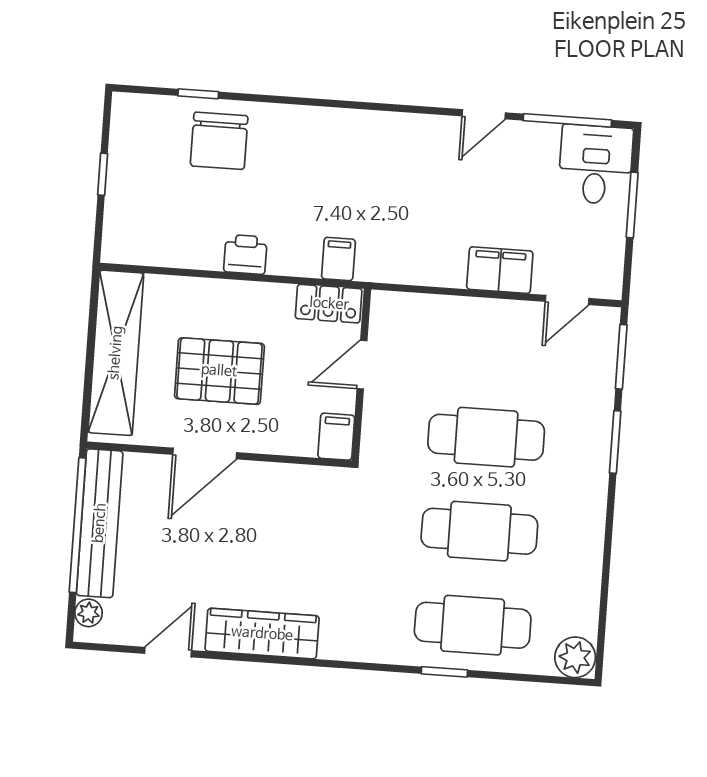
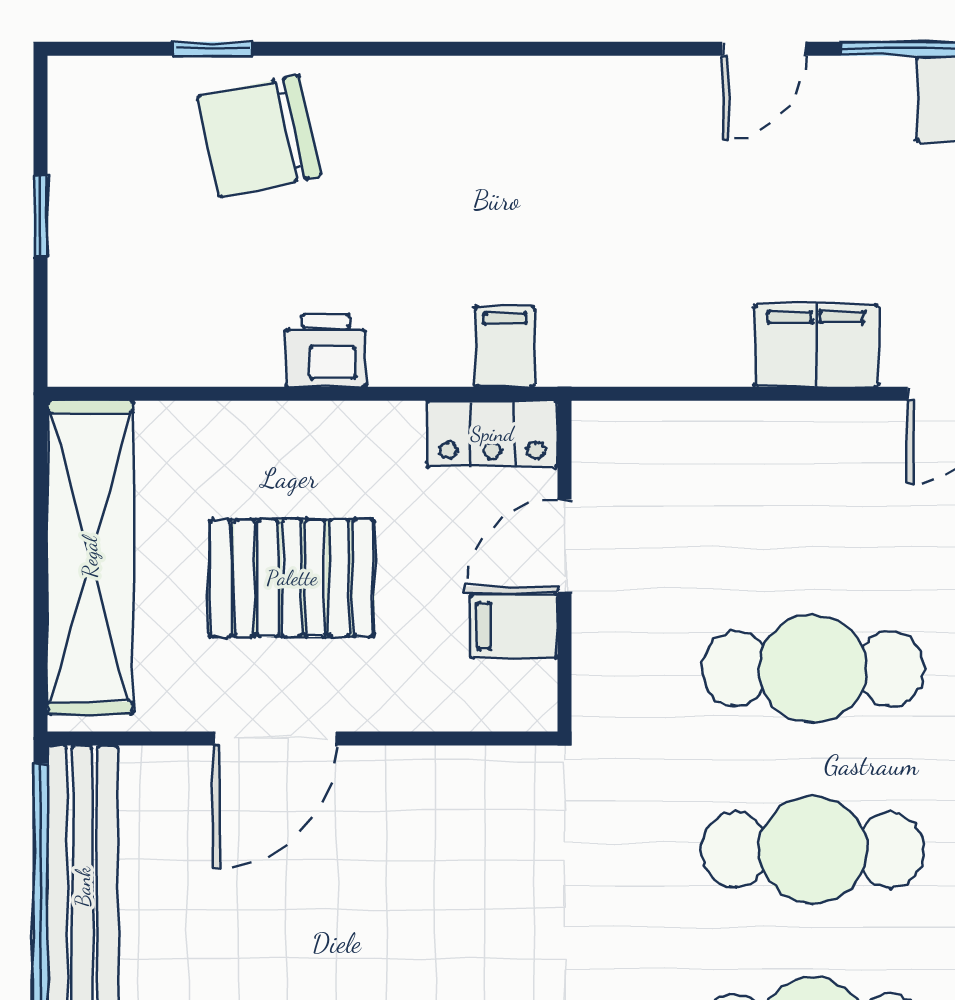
chair: (219, 141) -> (259, 136), turned 78
filing cabinet: (336, 437) -> (514, 626), moved, turned -90

